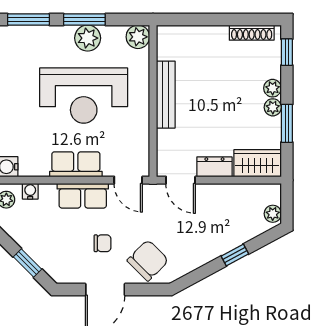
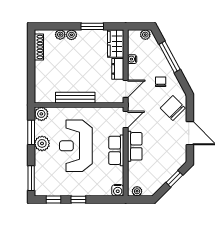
window: (84, 19) -> (31, 132), moved
window: (287, 52) -> (50, 26), removed
reception desk: (84, 96) -> (76, 146), turned 180
plant: (273, 107) -> (60, 35), moved
water cooler: (30, 191) -> (132, 59), moved
chair: (102, 243) -> (161, 82), moved
window: (235, 255) -> (170, 57), width x2.17

